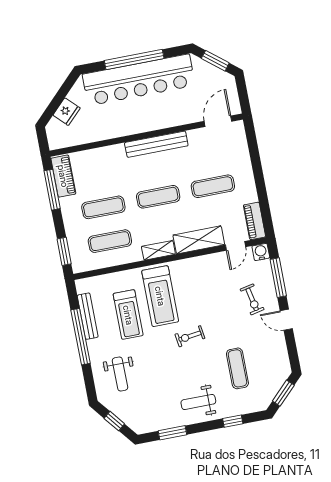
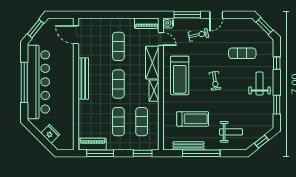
treadmill: (160, 296) -> (180, 75), moved, turned 90
weight bench: (198, 402) -> (260, 84), turned 180

